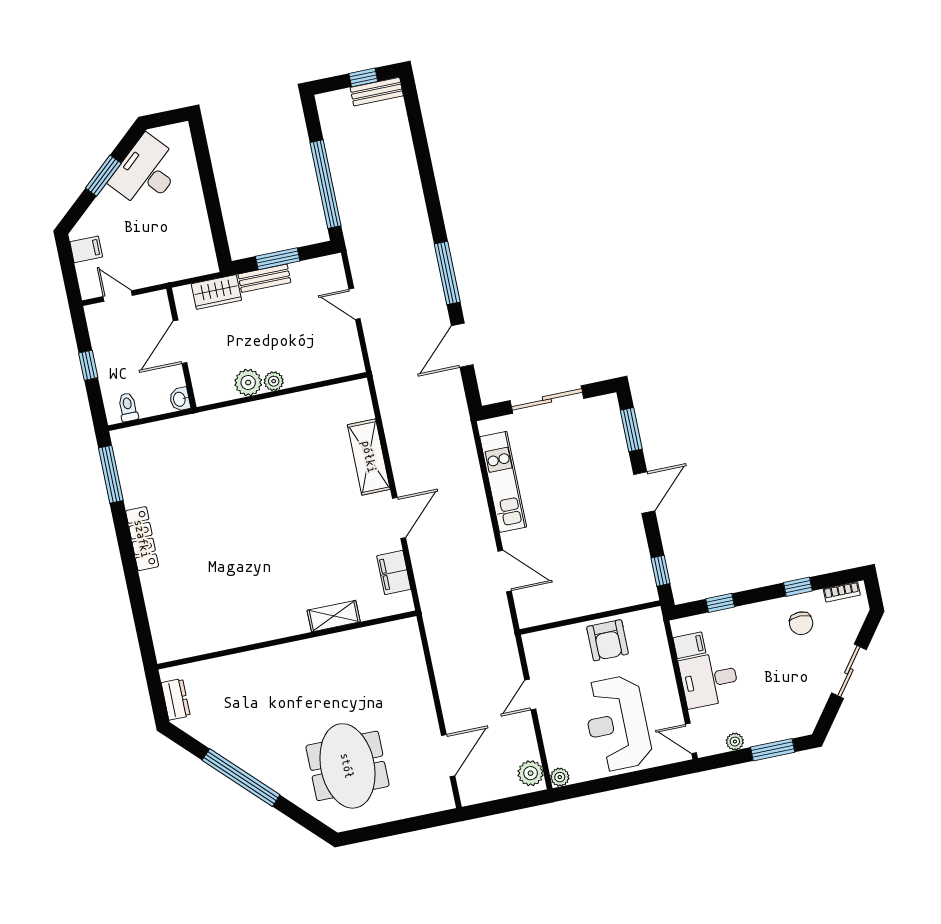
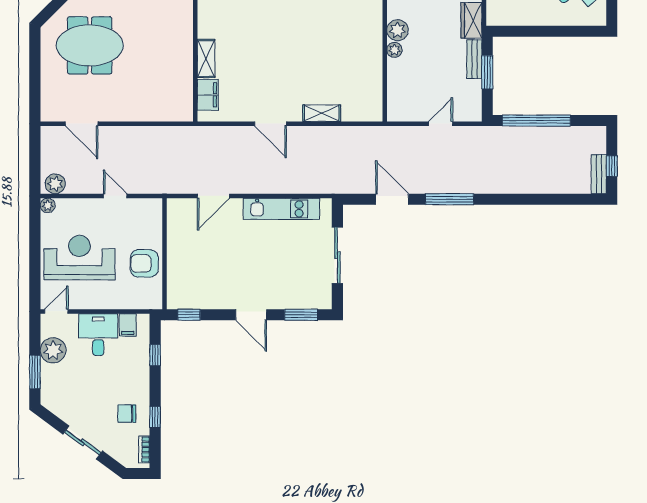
shelving: (369, 457) -> (322, 113), width x0.67, depth x0.75
filing cabinet: (394, 573) -> (208, 95), moved, turned 90
plant: (735, 742) -> (53, 350), width x1.88, depth x1.88

